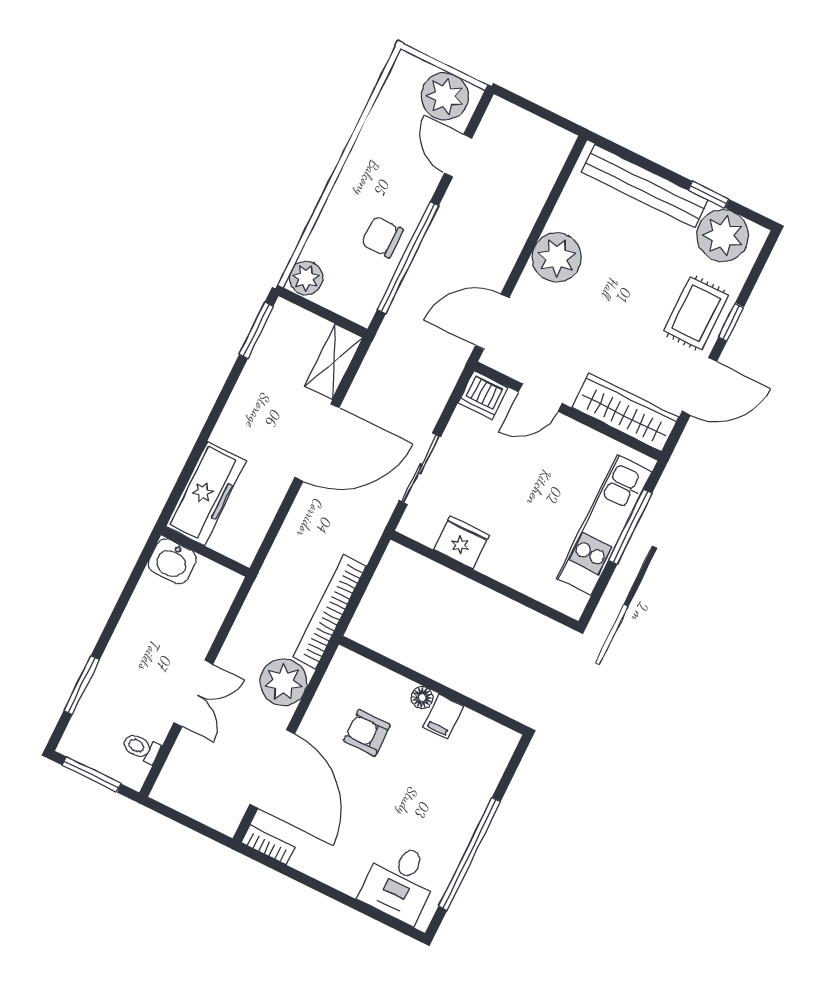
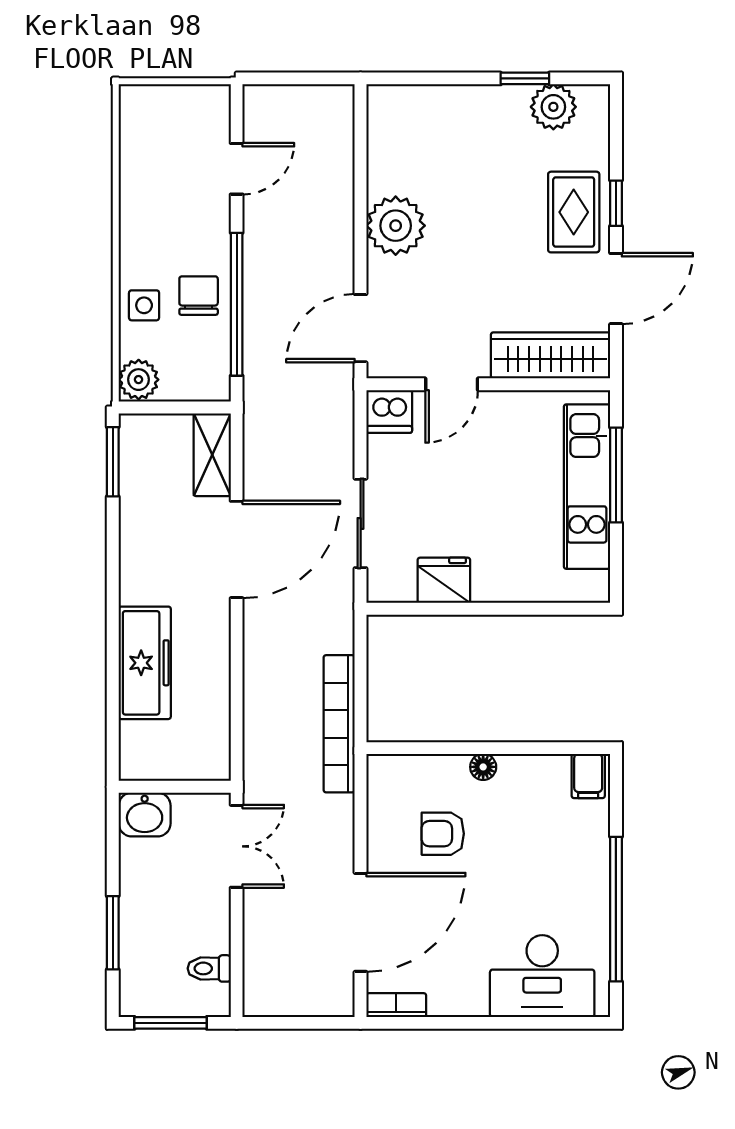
plant: (445, 96) -> (191, 112), removed
door: (458, 156) -> (237, 169), swing flipped
bench: (645, 186) -> (452, 103), removed
side table: (338, 224) -> (144, 305), added
plant: (723, 236) -> (553, 107), width x0.73, depth x0.73
chair: (382, 237) -> (199, 296), turned 90
wall: (205, 552) -> (175, 787), moved
washbasin: (172, 561) -> (145, 815), moved
plant: (283, 682) -> (327, 823), removed
double door: (193, 693) -> (237, 846), moved
filing cabinet: (443, 717) -> (588, 776), moved
door: (272, 769) -> (361, 922), hinge flipped
desk: (400, 882) -> (542, 976), width x1.37

